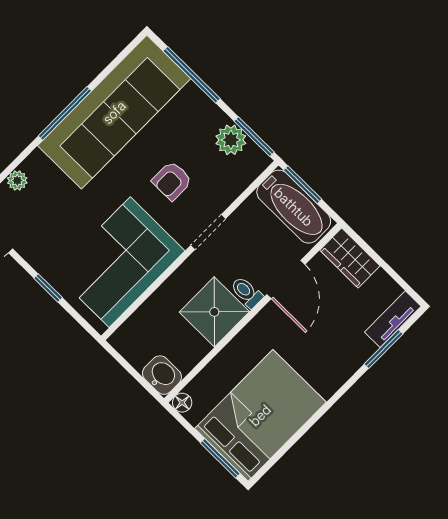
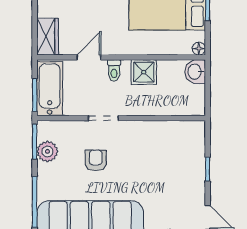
armchair: (172, 181) -> (96, 160), turned -90
corner sofa: (120, 262) -> (160, 147), removed
door: (286, 280) -> (89, 57), width x0.73
shower: (214, 312) -> (144, 72), width x0.73, depth x0.73

